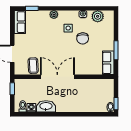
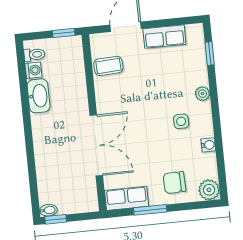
plant: (98, 16) -> (209, 190), moved
row of seats: (20, 22) -> (164, 37), moved
chair: (83, 38) -> (174, 183), moved
double door: (57, 77) -> (96, 145), moved

